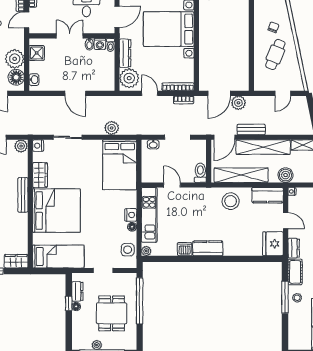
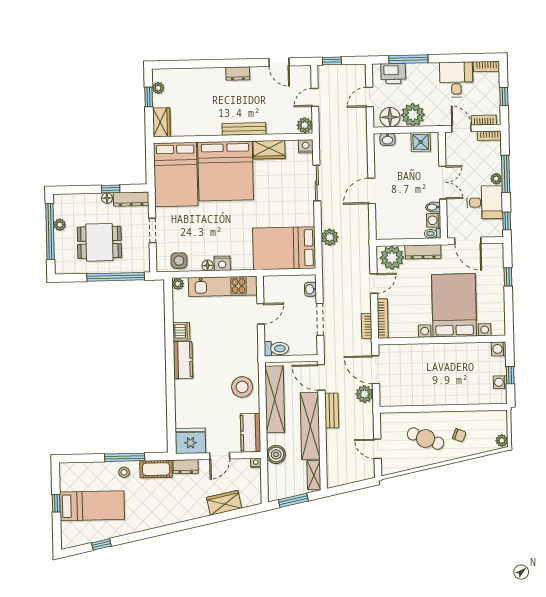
bed: (58, 257) -> (176, 174), width x1.50
dresser: (77, 291) -> (131, 199), width x1.44

